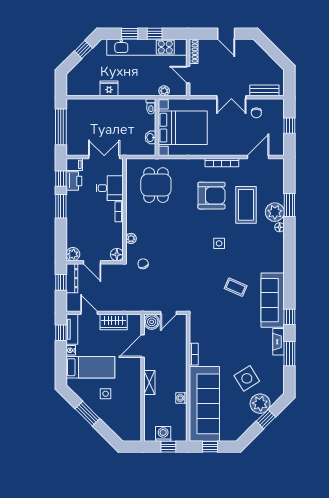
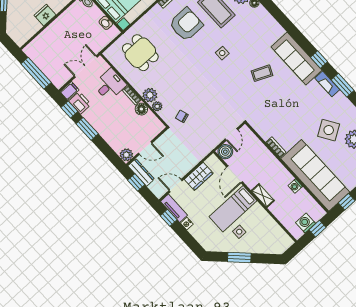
plant: (133, 225) -> (150, 95), added
floor lamp: (117, 255) -> (141, 109), moved
bed: (90, 367) -> (233, 209), moved, turned 180

